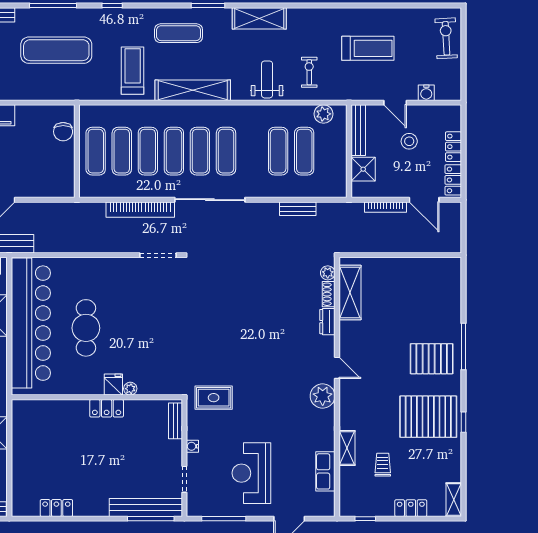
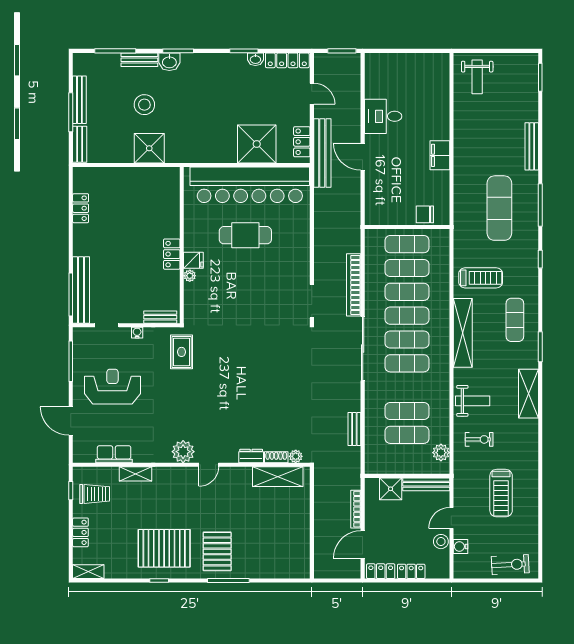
stool: (409, 141) -> (441, 542), moved
pallet: (428, 417) -> (164, 548), turned 90
trolley: (383, 465) -> (95, 494), moved, width x1.36, depth x1.39

